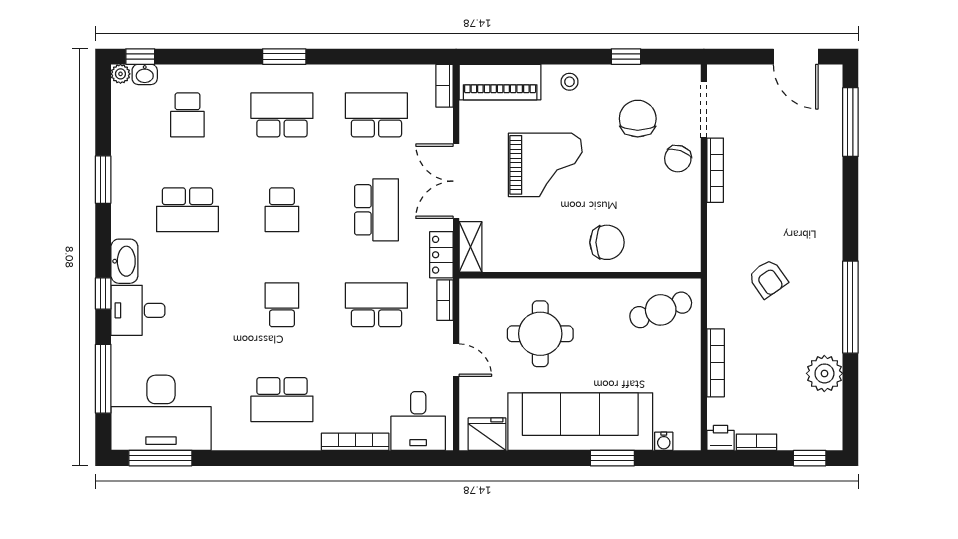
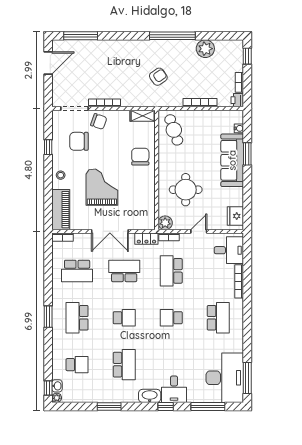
school desk: (376, 115) -> (77, 271), turned -90
shelving: (471, 247) -> (143, 116), moved
plant: (473, 292) -> (165, 223), added
sofa: (580, 422) -> (232, 160), width x0.74, depth x0.79

